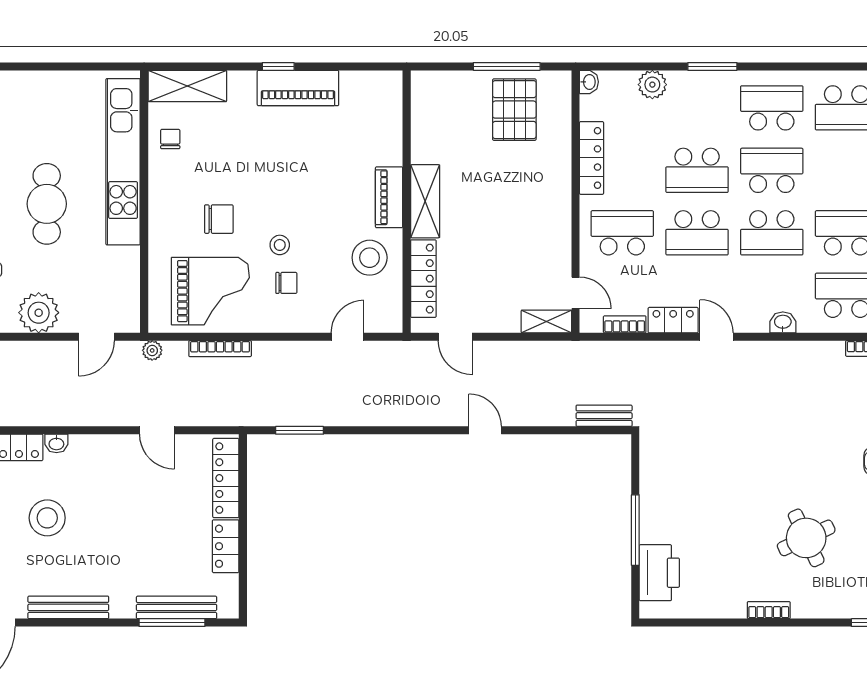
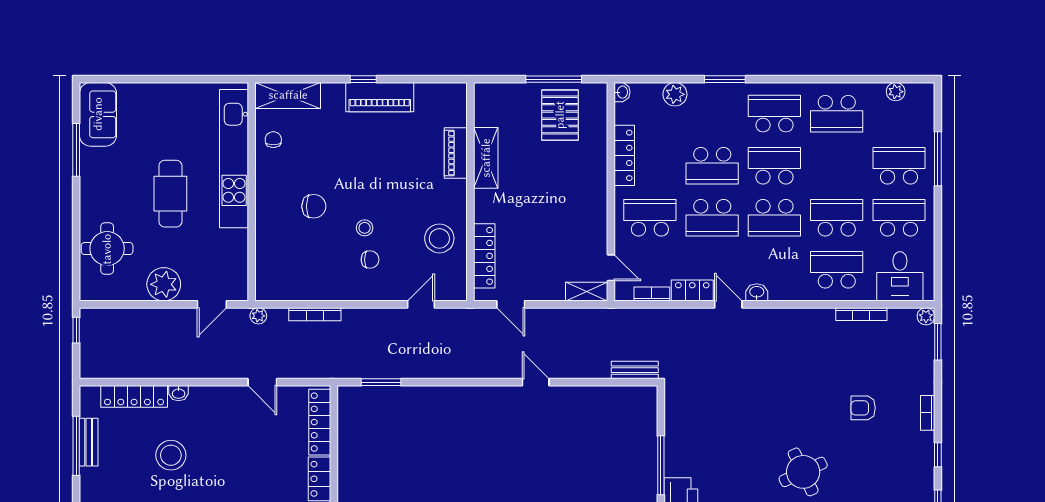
piano: (389, 197) -> (456, 153), moved
shelving: (425, 201) -> (486, 158), moved
grand piano: (210, 291) -> (307, 266), removed
washbasin: (783, 322) -> (757, 292), moved

